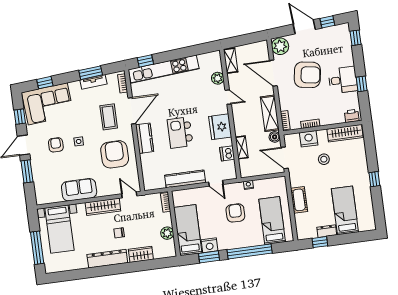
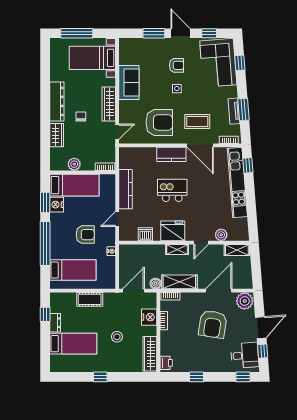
desk: (343, 80) -> (245, 355), moved, turned -95
shelving: (242, 147) -> (177, 249), moved
stool: (324, 159) -> (117, 337), moved

